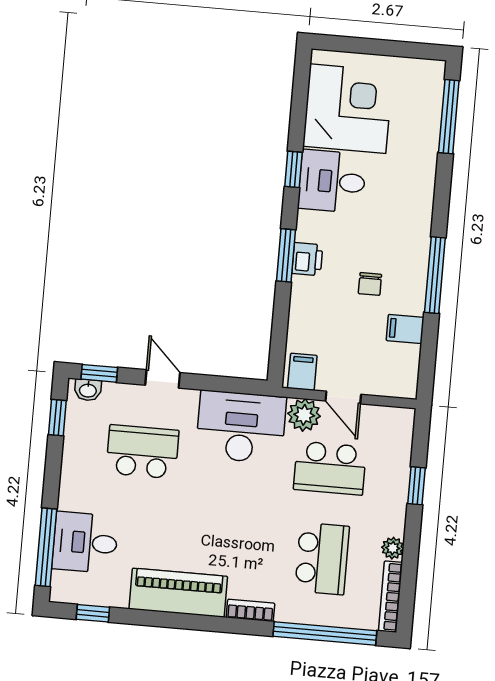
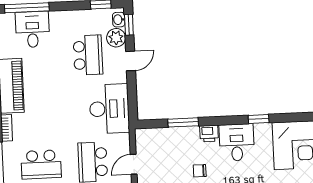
desk: (332, 181) -> (237, 142), moved
window: (286, 255) -> (183, 122), moved
filing cabinet: (302, 372) -> (145, 139), removed
plant: (304, 415) -> (116, 38), moved

